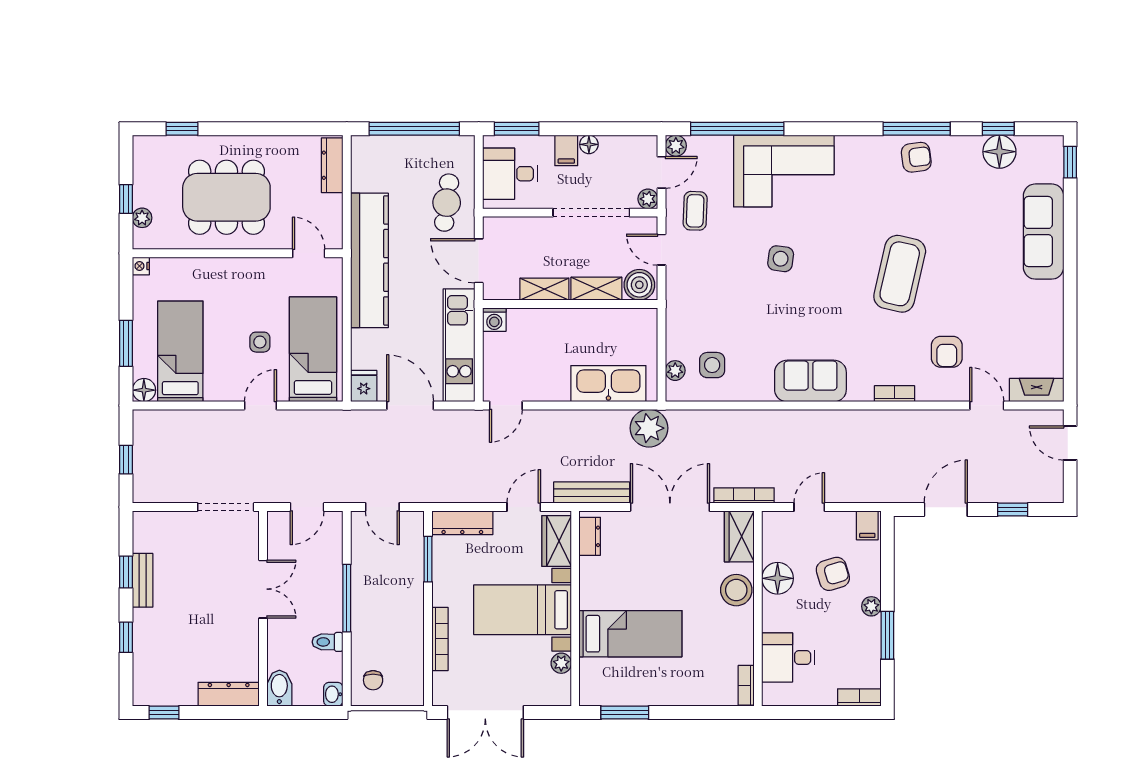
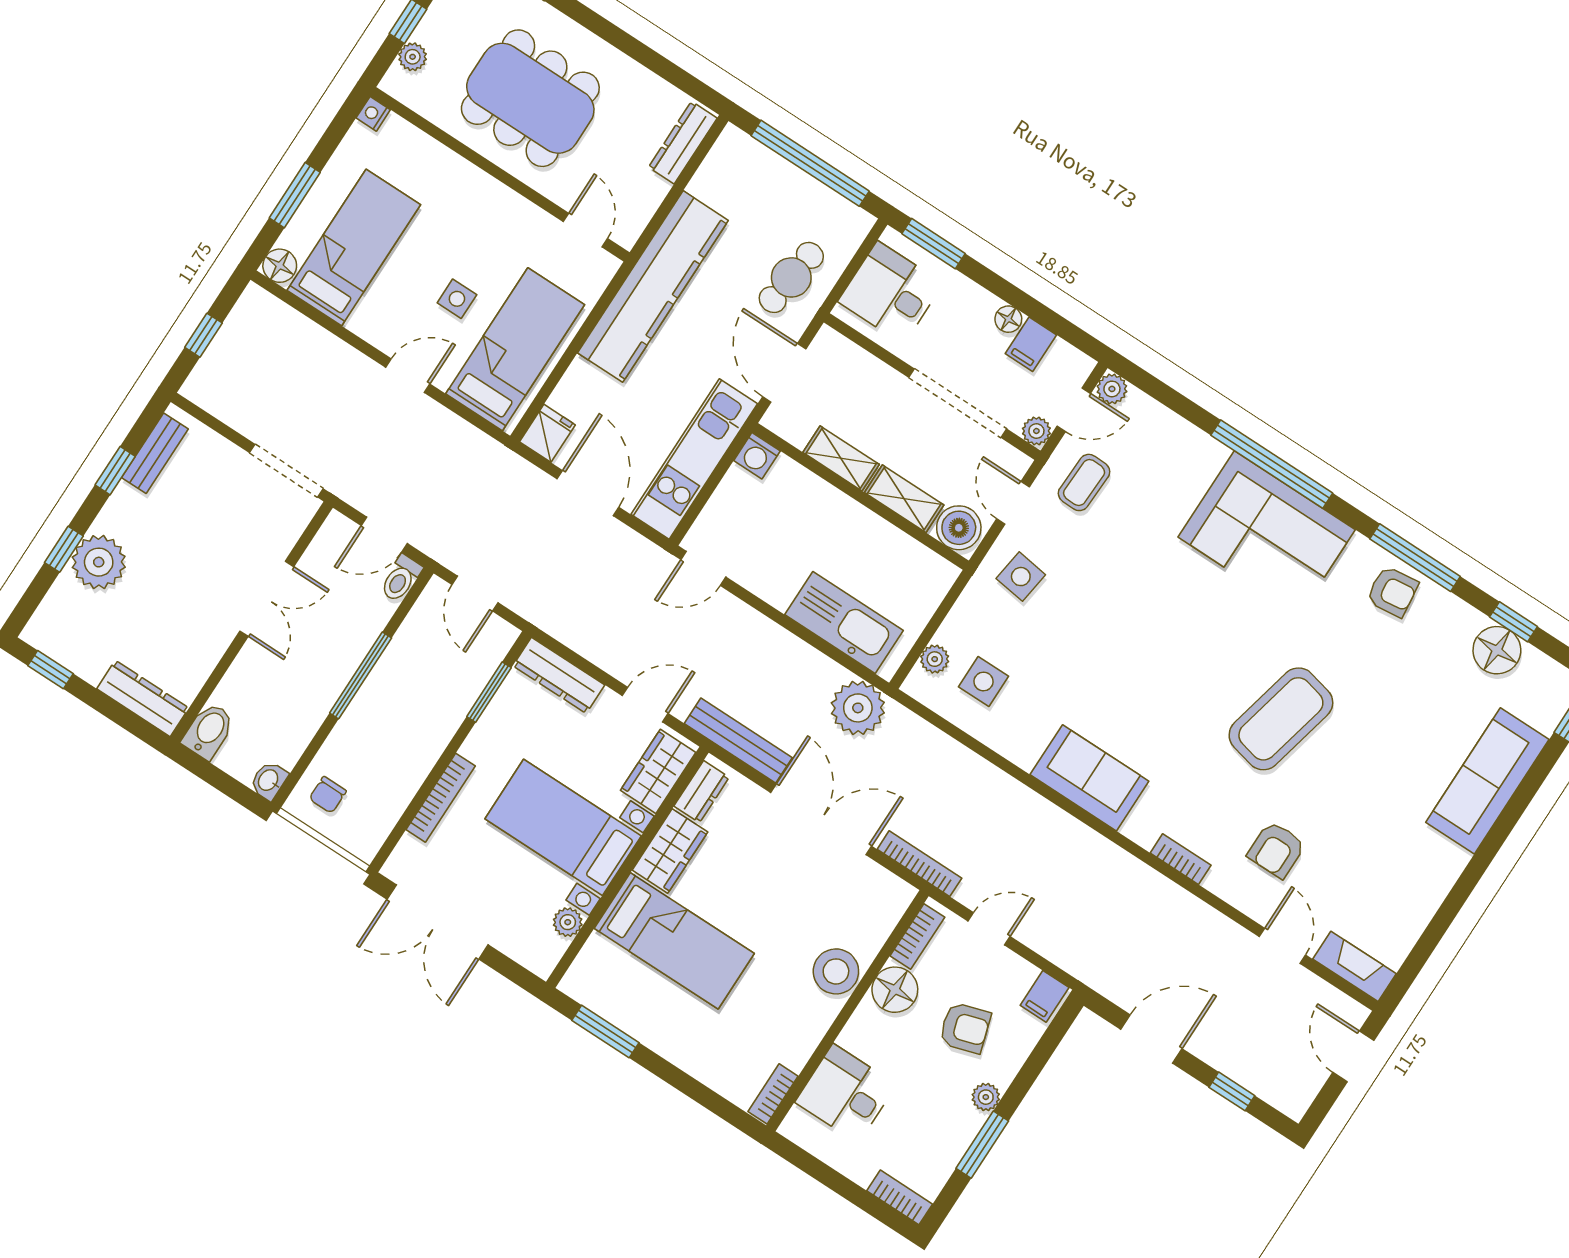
window: (737, 129) -> (1272, 464), moved
filing cabinet: (566, 150) -> (1031, 344), moved
corner sofa: (784, 171) -> (1267, 533), moved
side table: (781, 259) -> (1021, 577), moved
wardrobe: (739, 536) -> (670, 851), moved, turned 180
bookcase: (770, 539) -> (917, 936), added
bench: (143, 580) -> (155, 453), moved
plant: (151, 632) -> (99, 562), added
toilet: (328, 642) -> (401, 578), moved, turned -90

